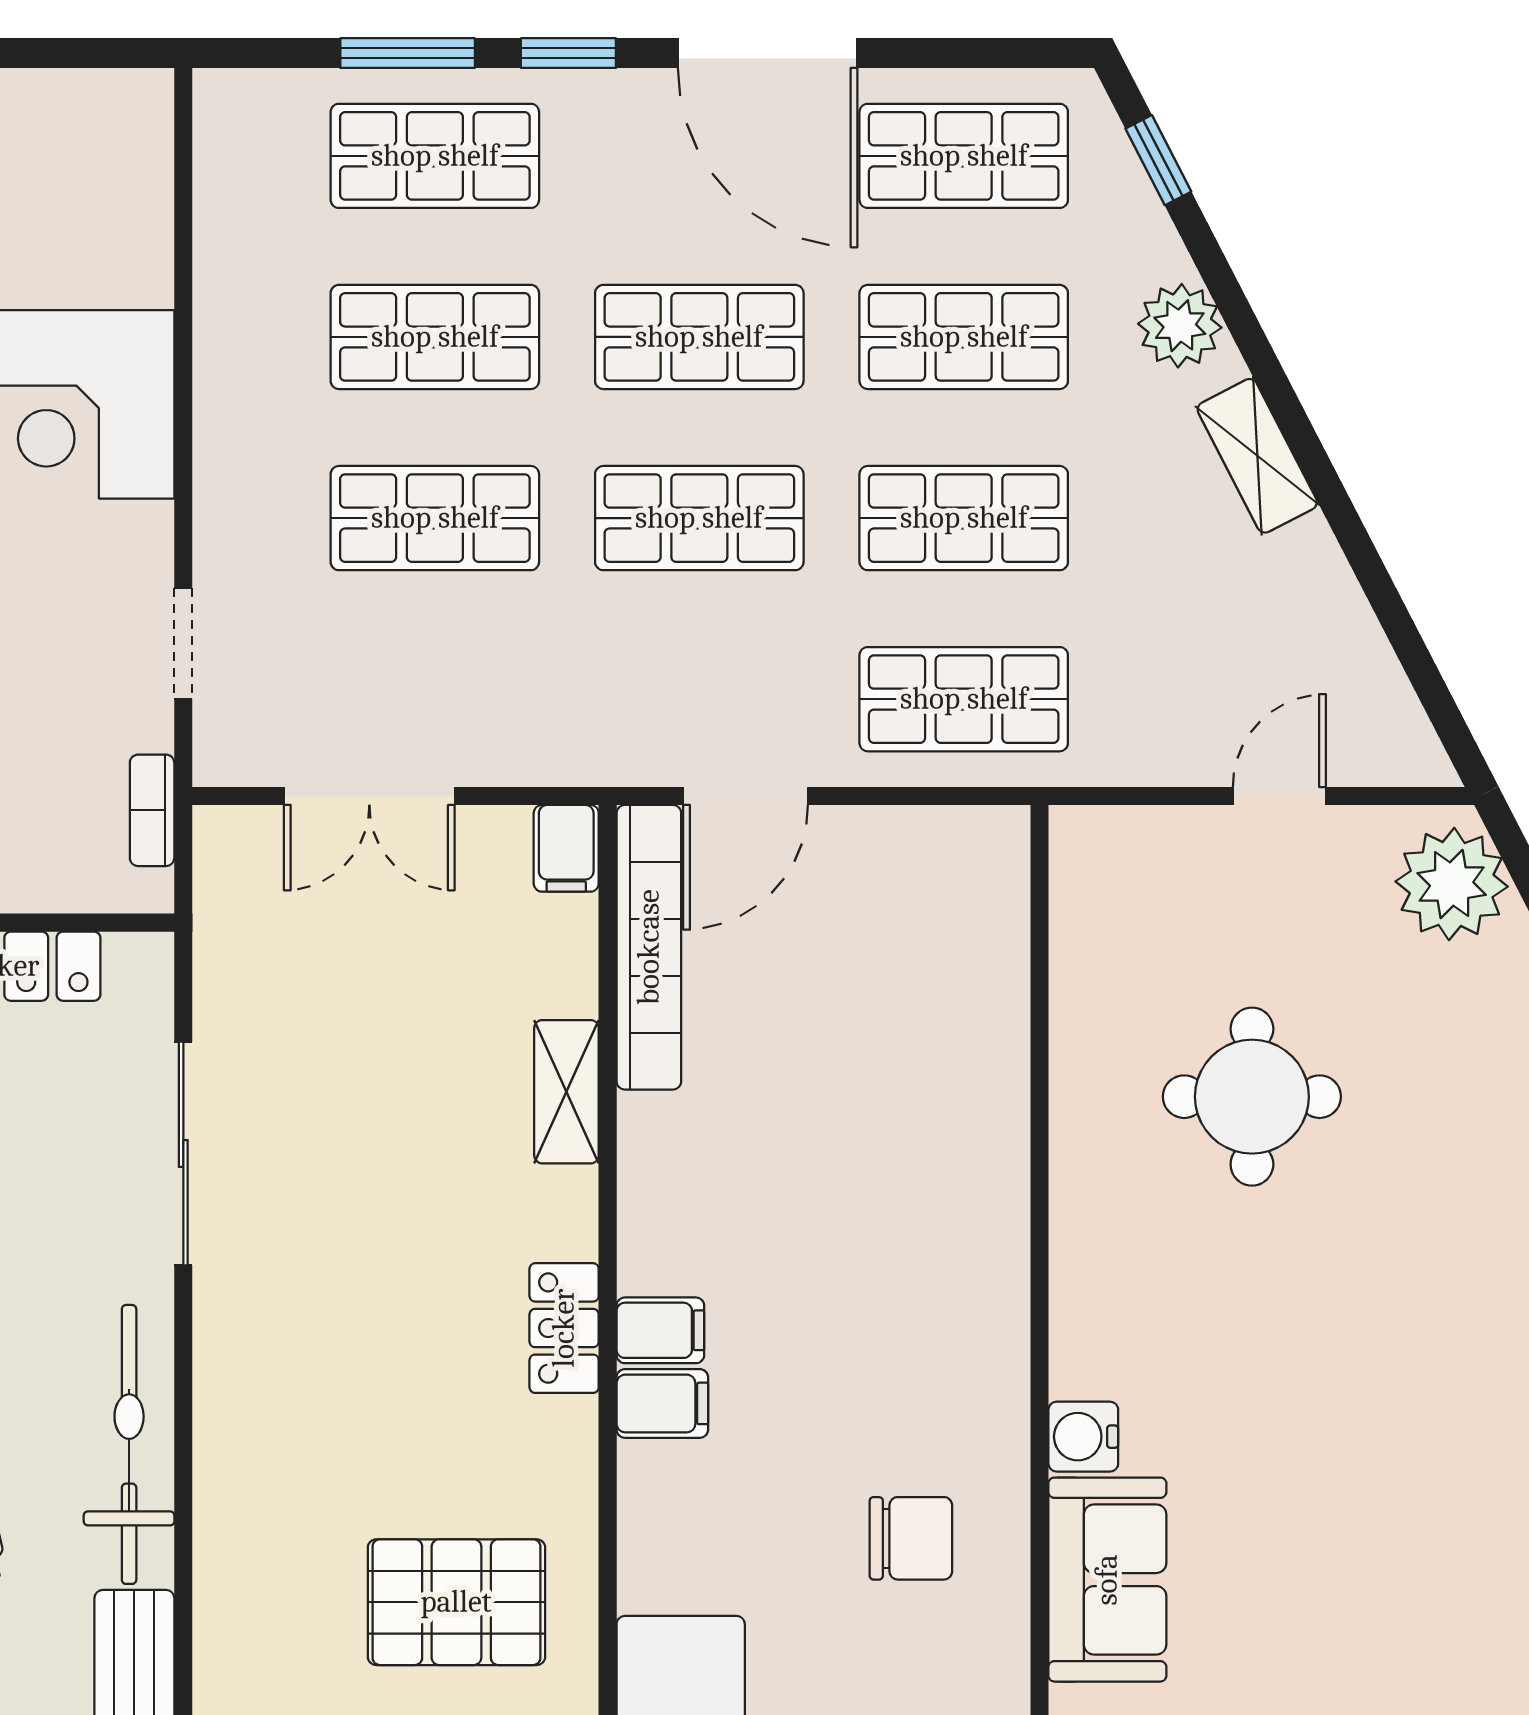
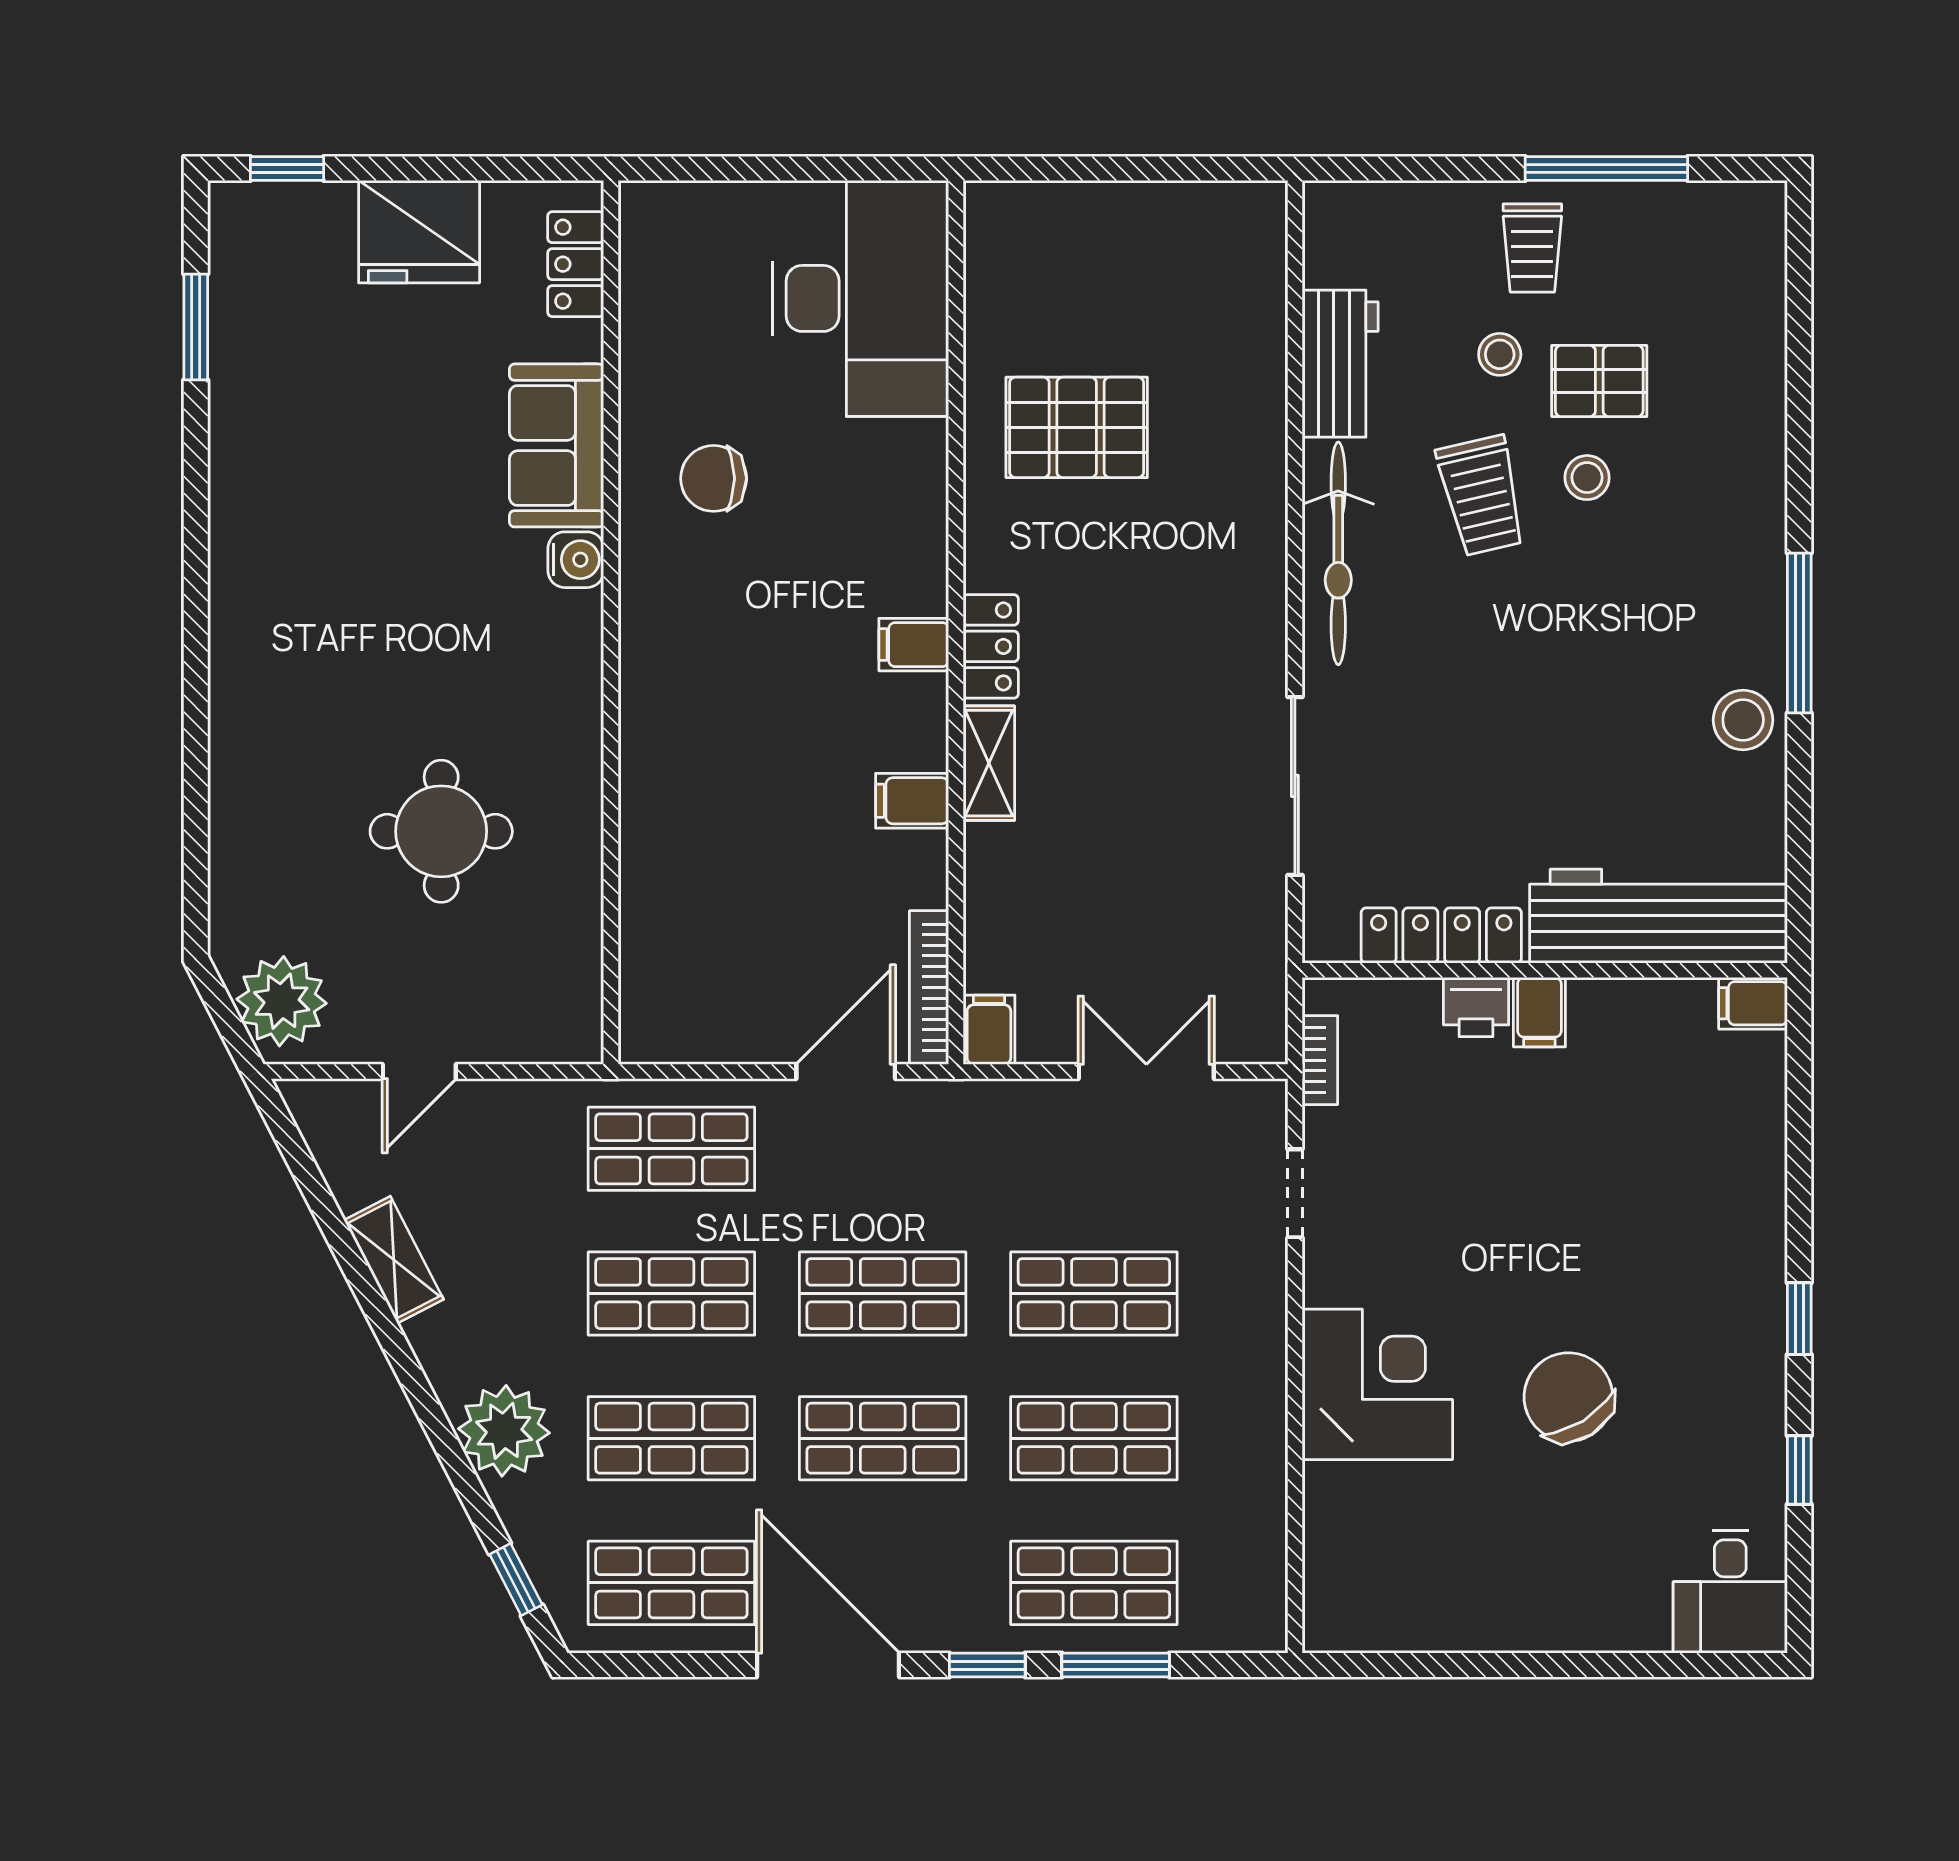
plant: (1180, 326) -> (504, 1431), width x1.36, depth x1.36
shelving: (1257, 456) -> (394, 1260), moved
bookcase: (649, 947) -> (929, 987), width x0.68, depth x0.76
shelving: (566, 1092) -> (989, 763), moved
filing cabinet: (662, 1403) -> (912, 801), moved

